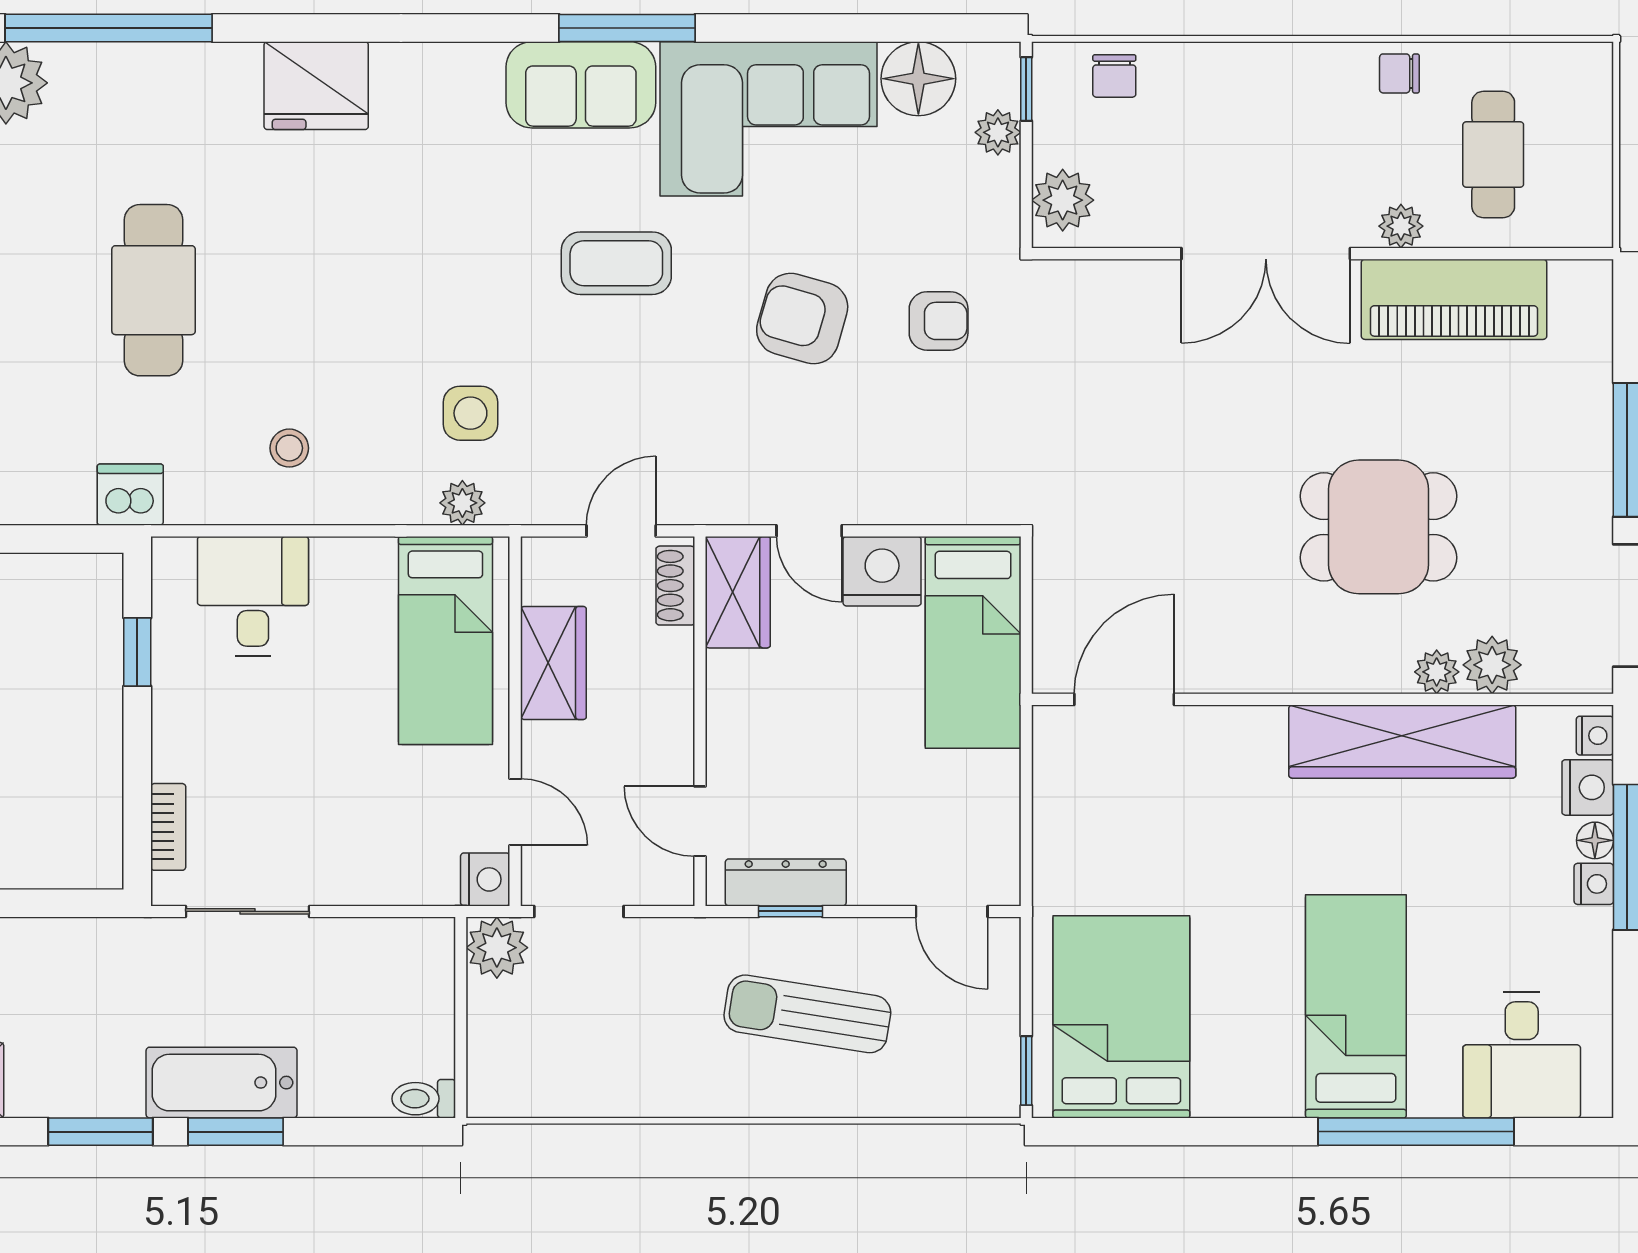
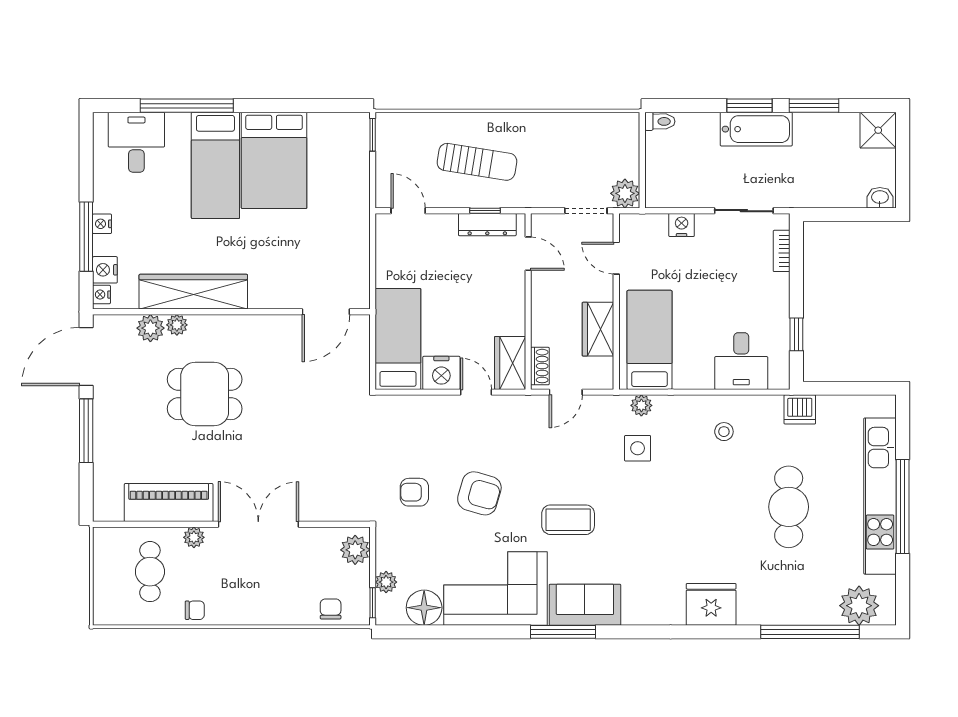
floor lamp: (1595, 840) -> (101, 245), removed
nightstand: (485, 879) -> (682, 225), moved, turned 90
bed: (1121, 1017) -> (274, 160), moved

